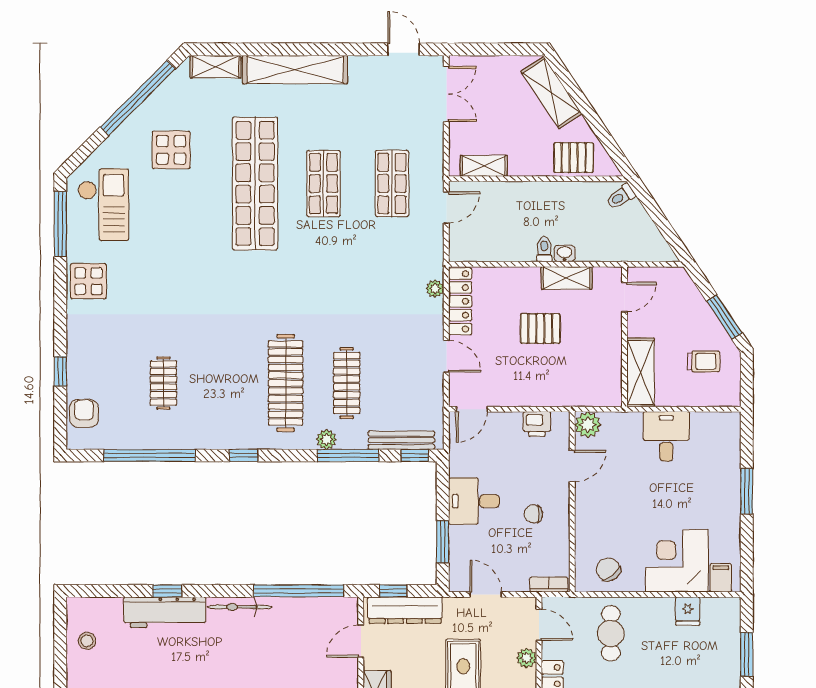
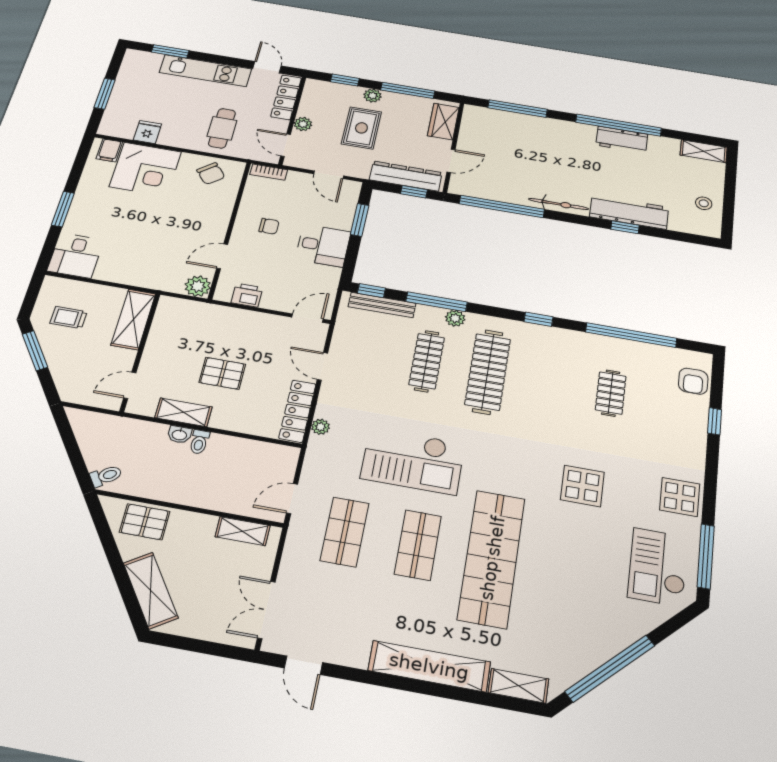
display table: (171, 150) -> (582, 486), moved
checkout: (342, 269) -> (413, 461), added
desk: (666, 436) -> (75, 255), moved

